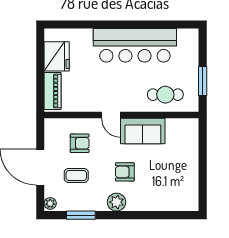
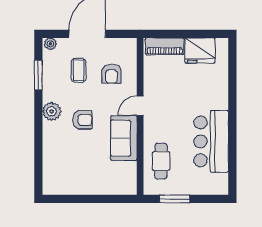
bar counter: (135, 45) -> (211, 141), width x0.73
armchair: (125, 172) -> (82, 120), turned 90

